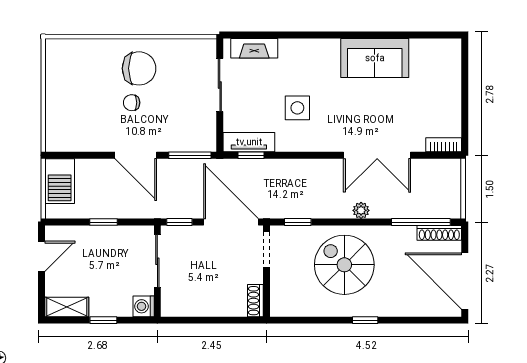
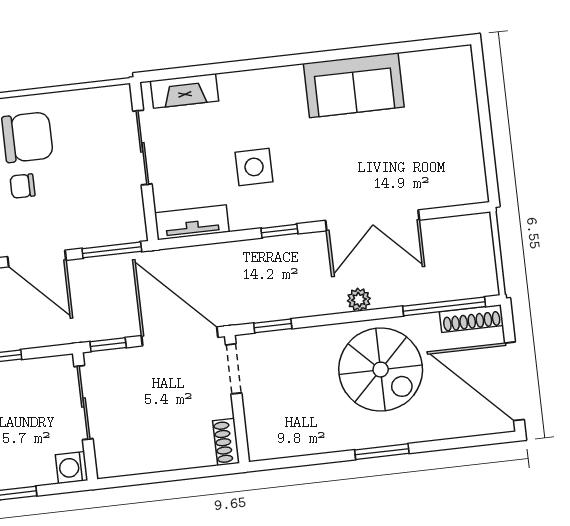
bookcase: (444, 145) -> (464, 195), removed
window: (251, 155) -> (279, 231), moved
spiral stairs: (344, 265) -> (381, 370), moved, turned 180
window: (365, 320) -> (382, 452), width x1.50

